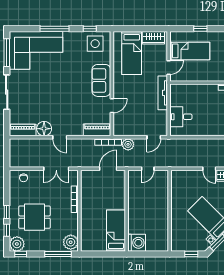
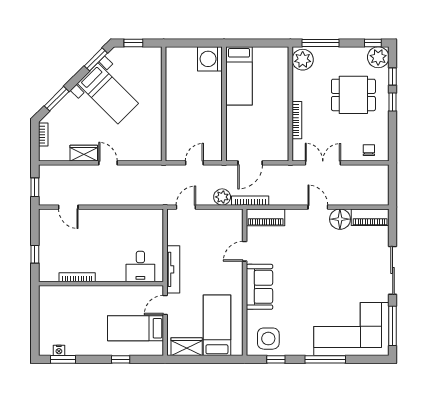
desk: (181, 117) -> (140, 267), moved, turned 90

